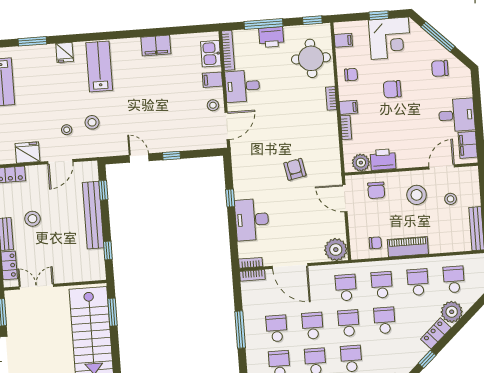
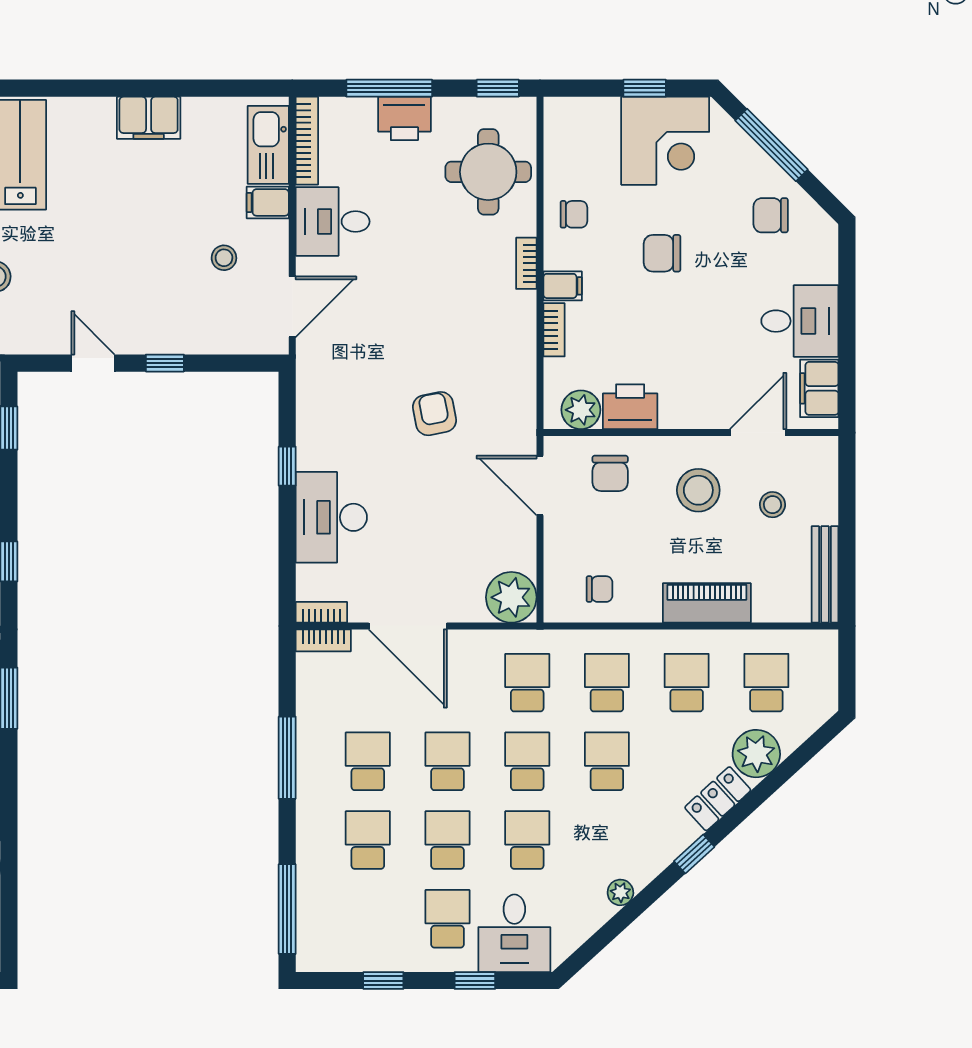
filing cabinet: (343, 40) -> (563, 138), removed
kitchen sink: (211, 54) -> (268, 145), width x1.38
stool: (213, 105) -> (224, 258), moved
piano: (408, 247) -> (707, 603), moved

